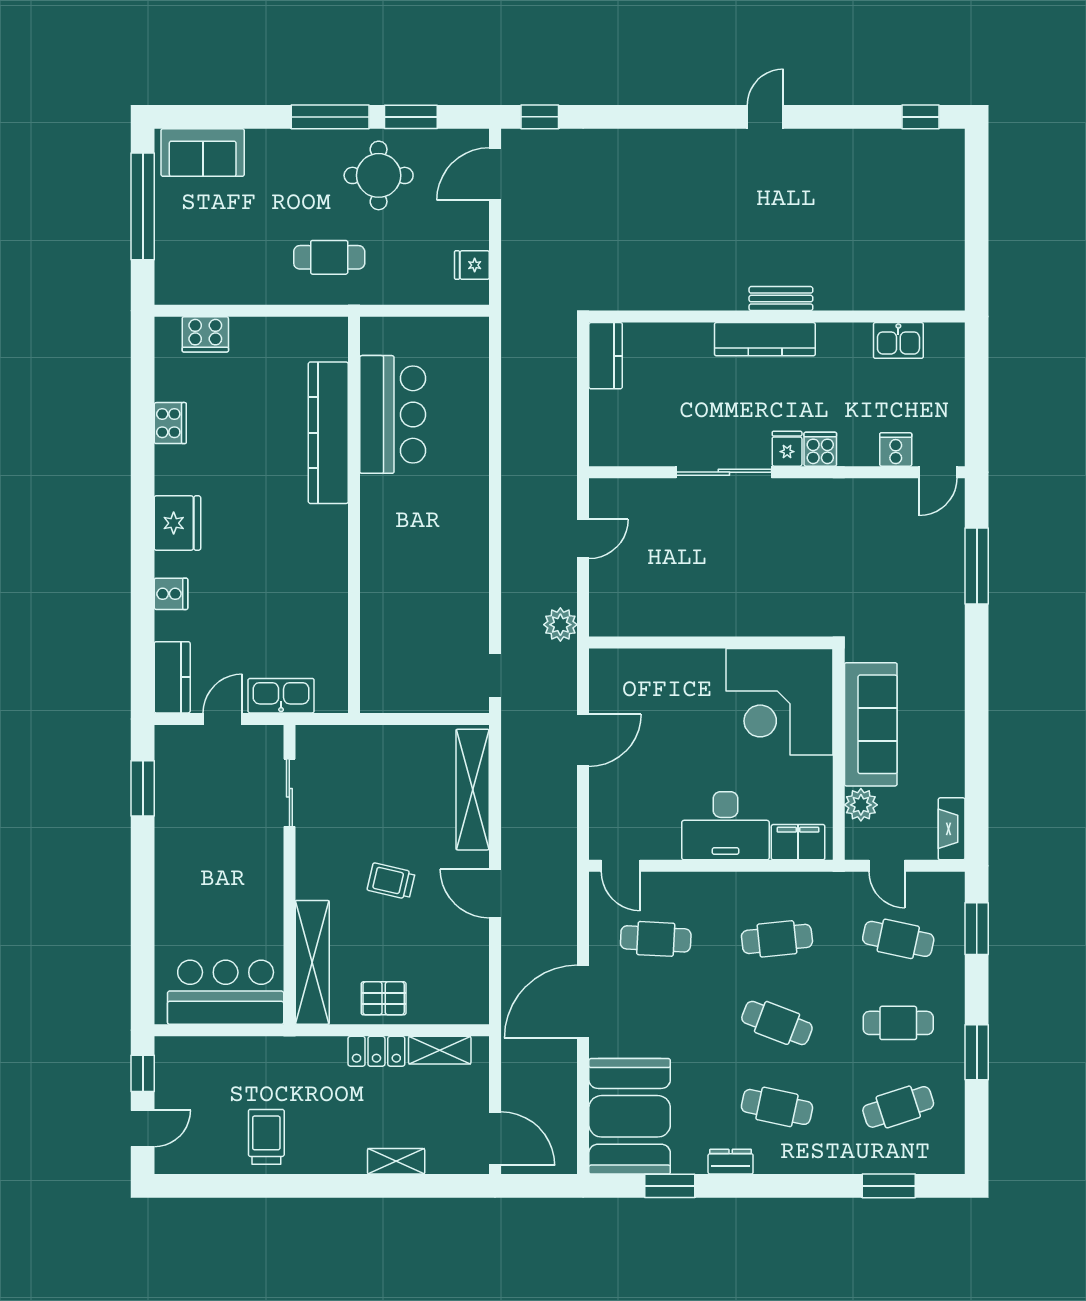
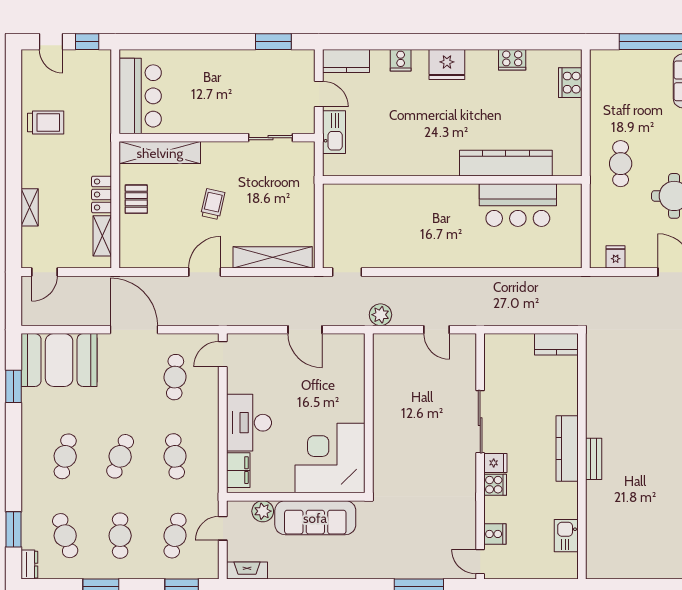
door: (495, 1139) -> (45, 272), width x0.73
dresser: (731, 1162) -> (29, 565), moved

